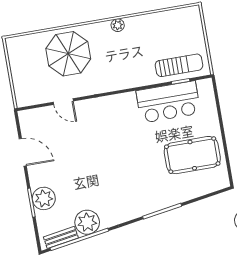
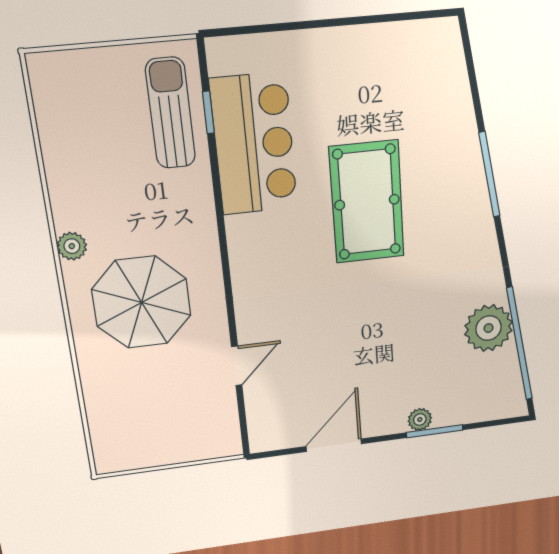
parasol: (68, 54) -> (142, 302), moved
pool table: (192, 155) -> (367, 202), moved
plant: (44, 198) -> (420, 419), width x0.53, depth x0.53
bench: (61, 237) -> (510, 379), removed

